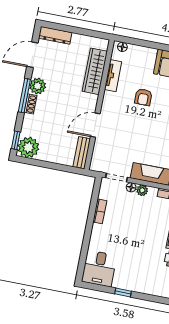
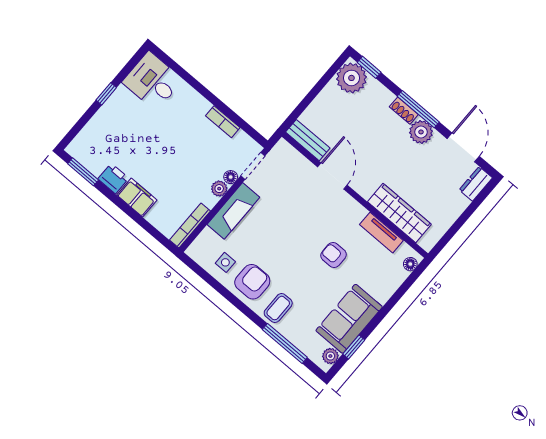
dresser: (55, 35) -> (476, 184), width x0.70

